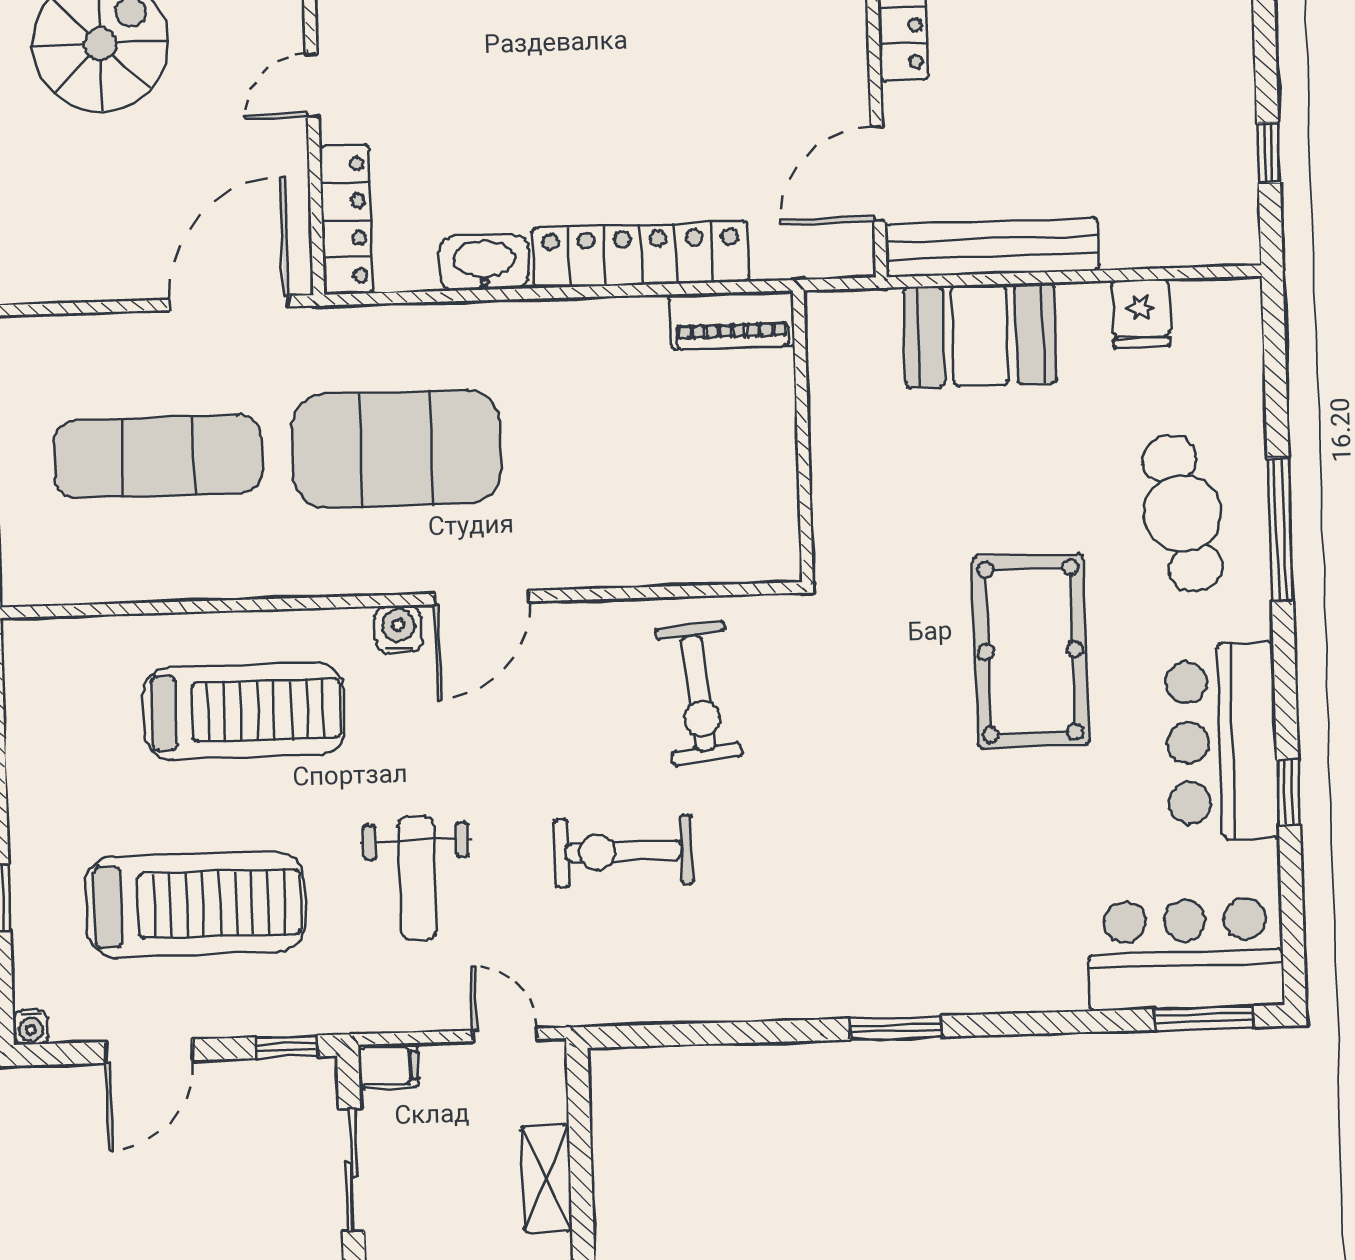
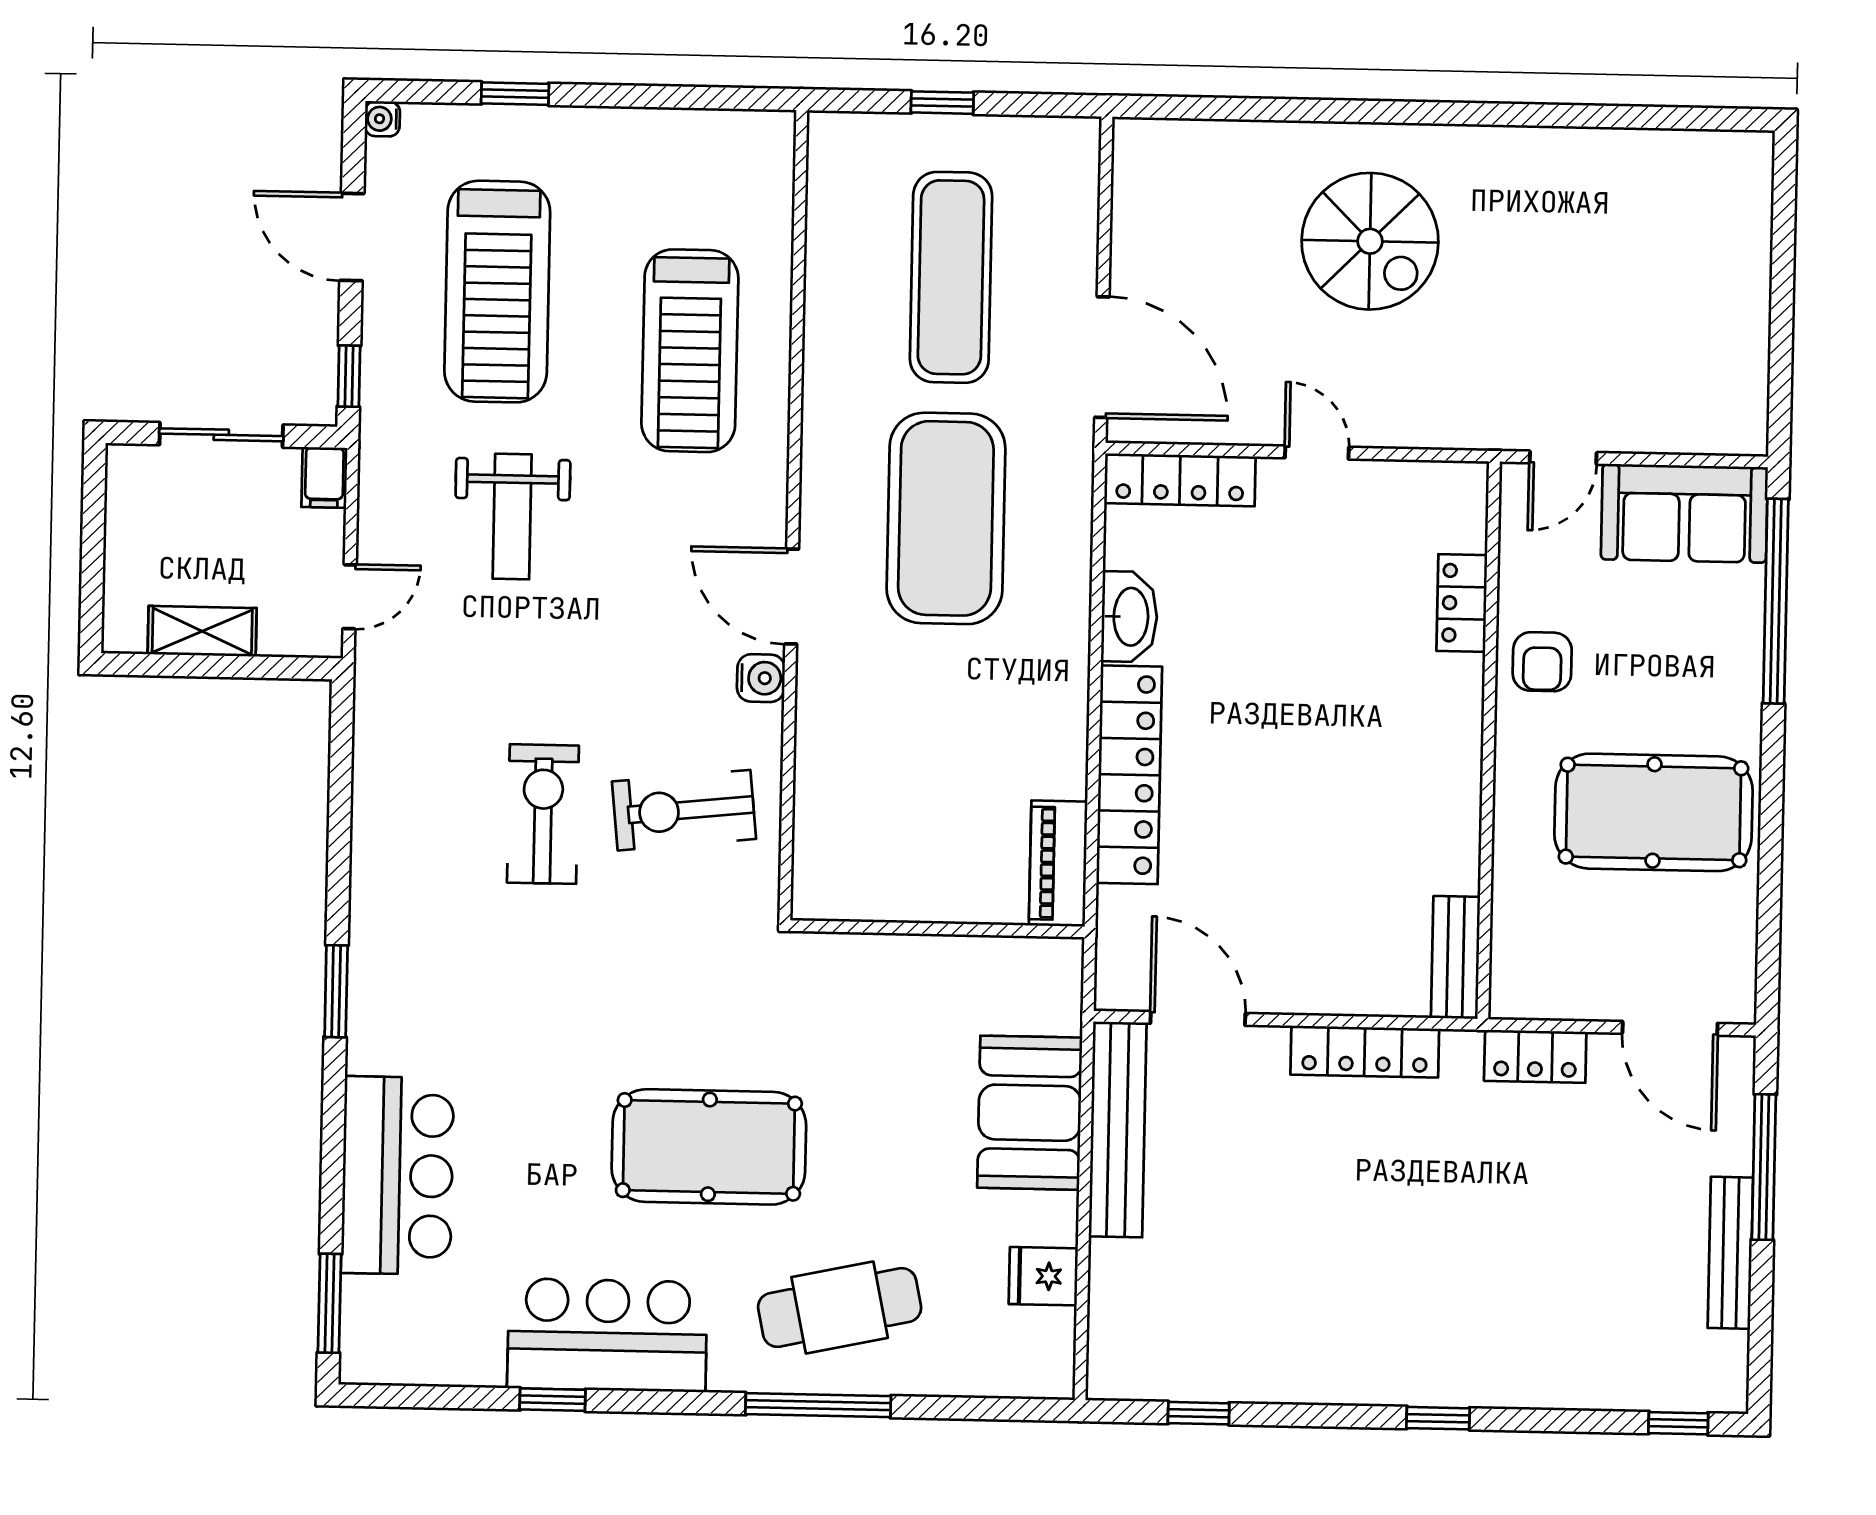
water cooler: (398, 629) -> (761, 678), moved
exercise bike: (623, 851) -> (543, 814), moved
weight bench: (417, 878) -> (512, 517), turned -90
bar counter: (1186, 954) -> (397, 1176), moved

